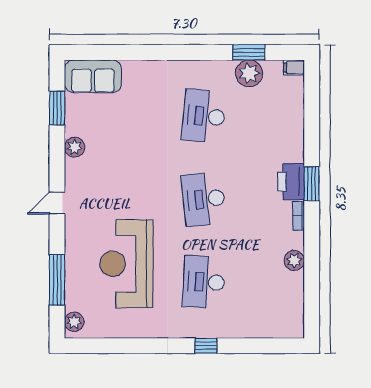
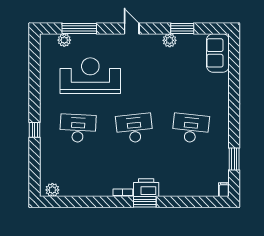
plant: (249, 73) -> (220, 159), removed
window: (57, 108) -> (182, 29), moved
plant: (294, 260) -> (52, 190), moved
plant: (74, 322) -> (64, 40), moved

